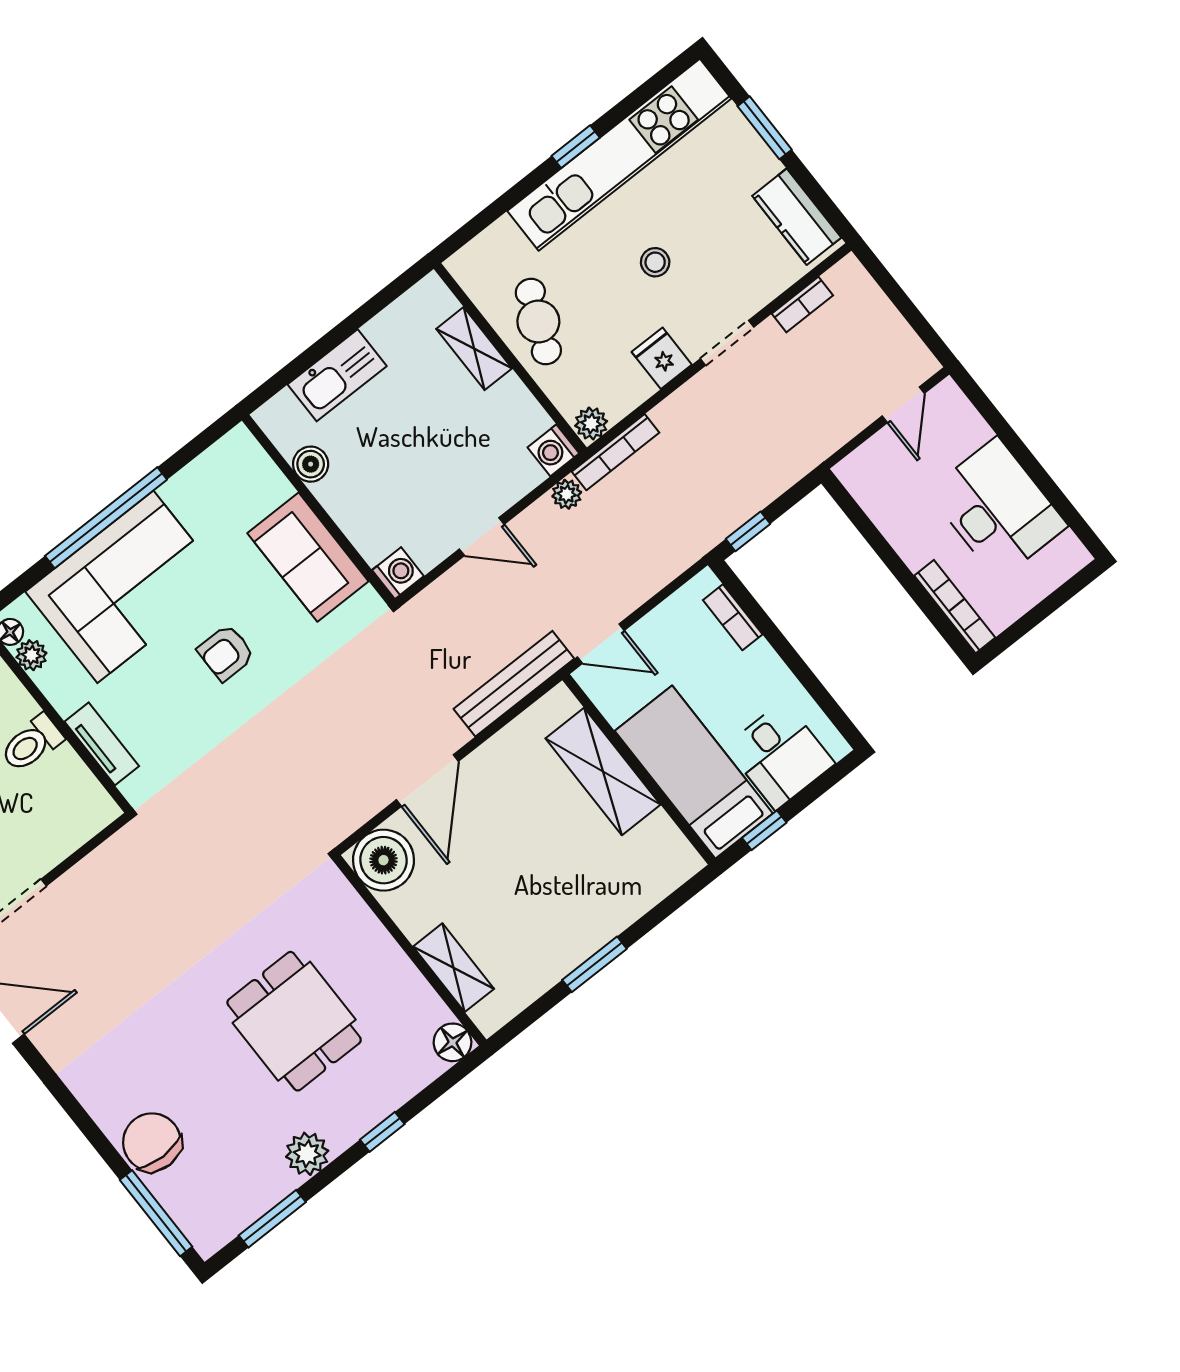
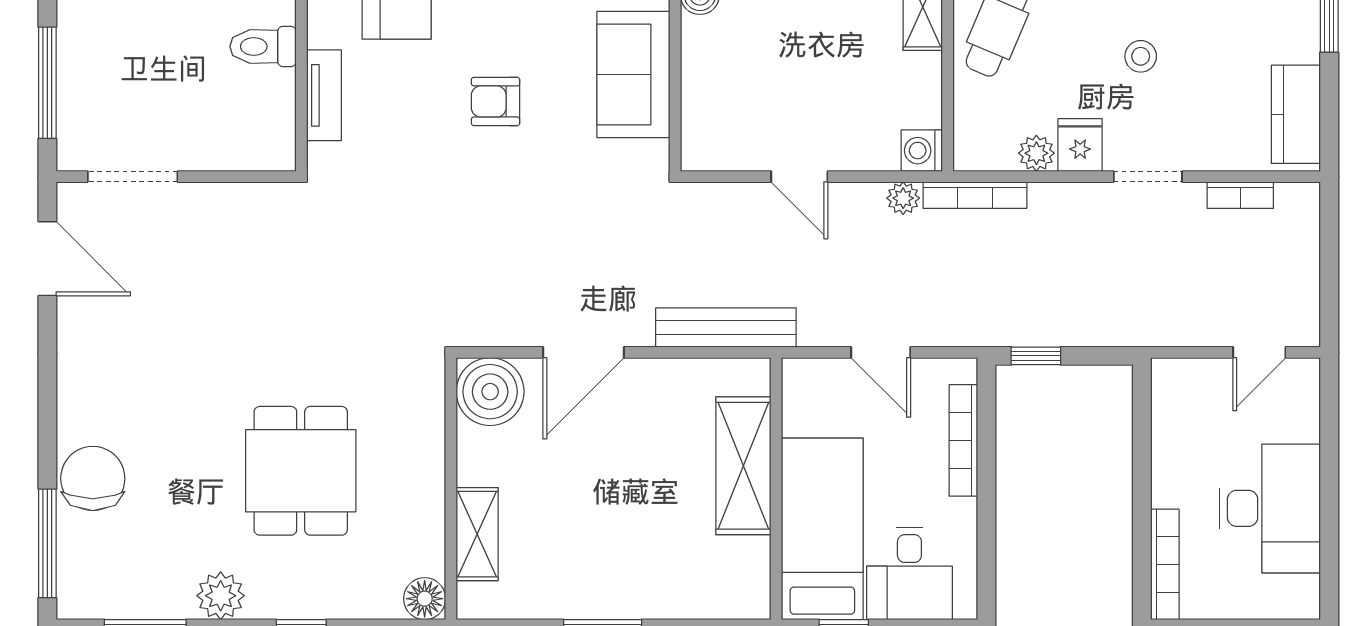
plant: (591, 424) -> (1036, 153), moved
washing machine: (398, 573) -> (701, 151), removed
bookcase: (733, 617) -> (963, 440), width x1.56
door: (601, 644) -> (881, 352), moved

